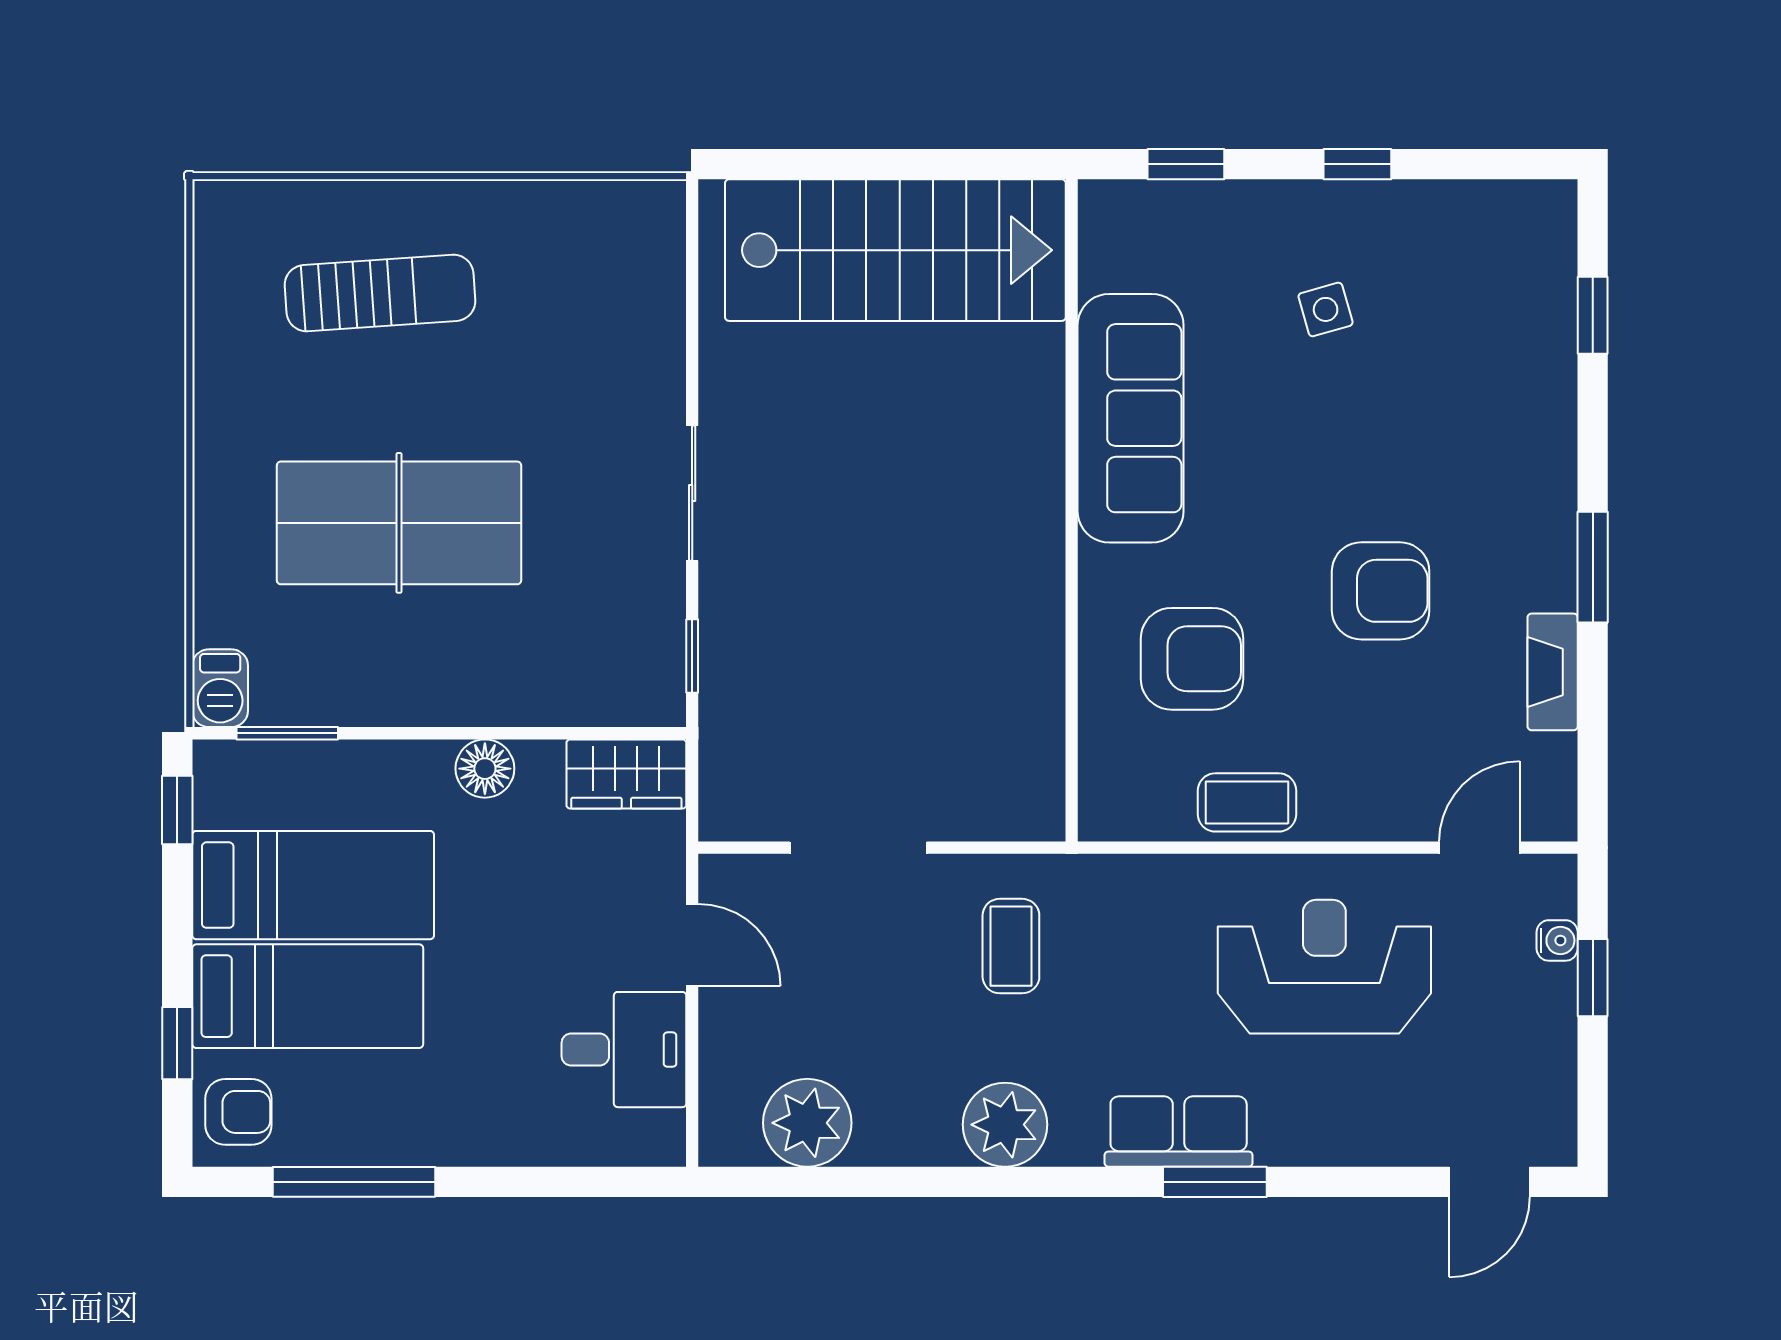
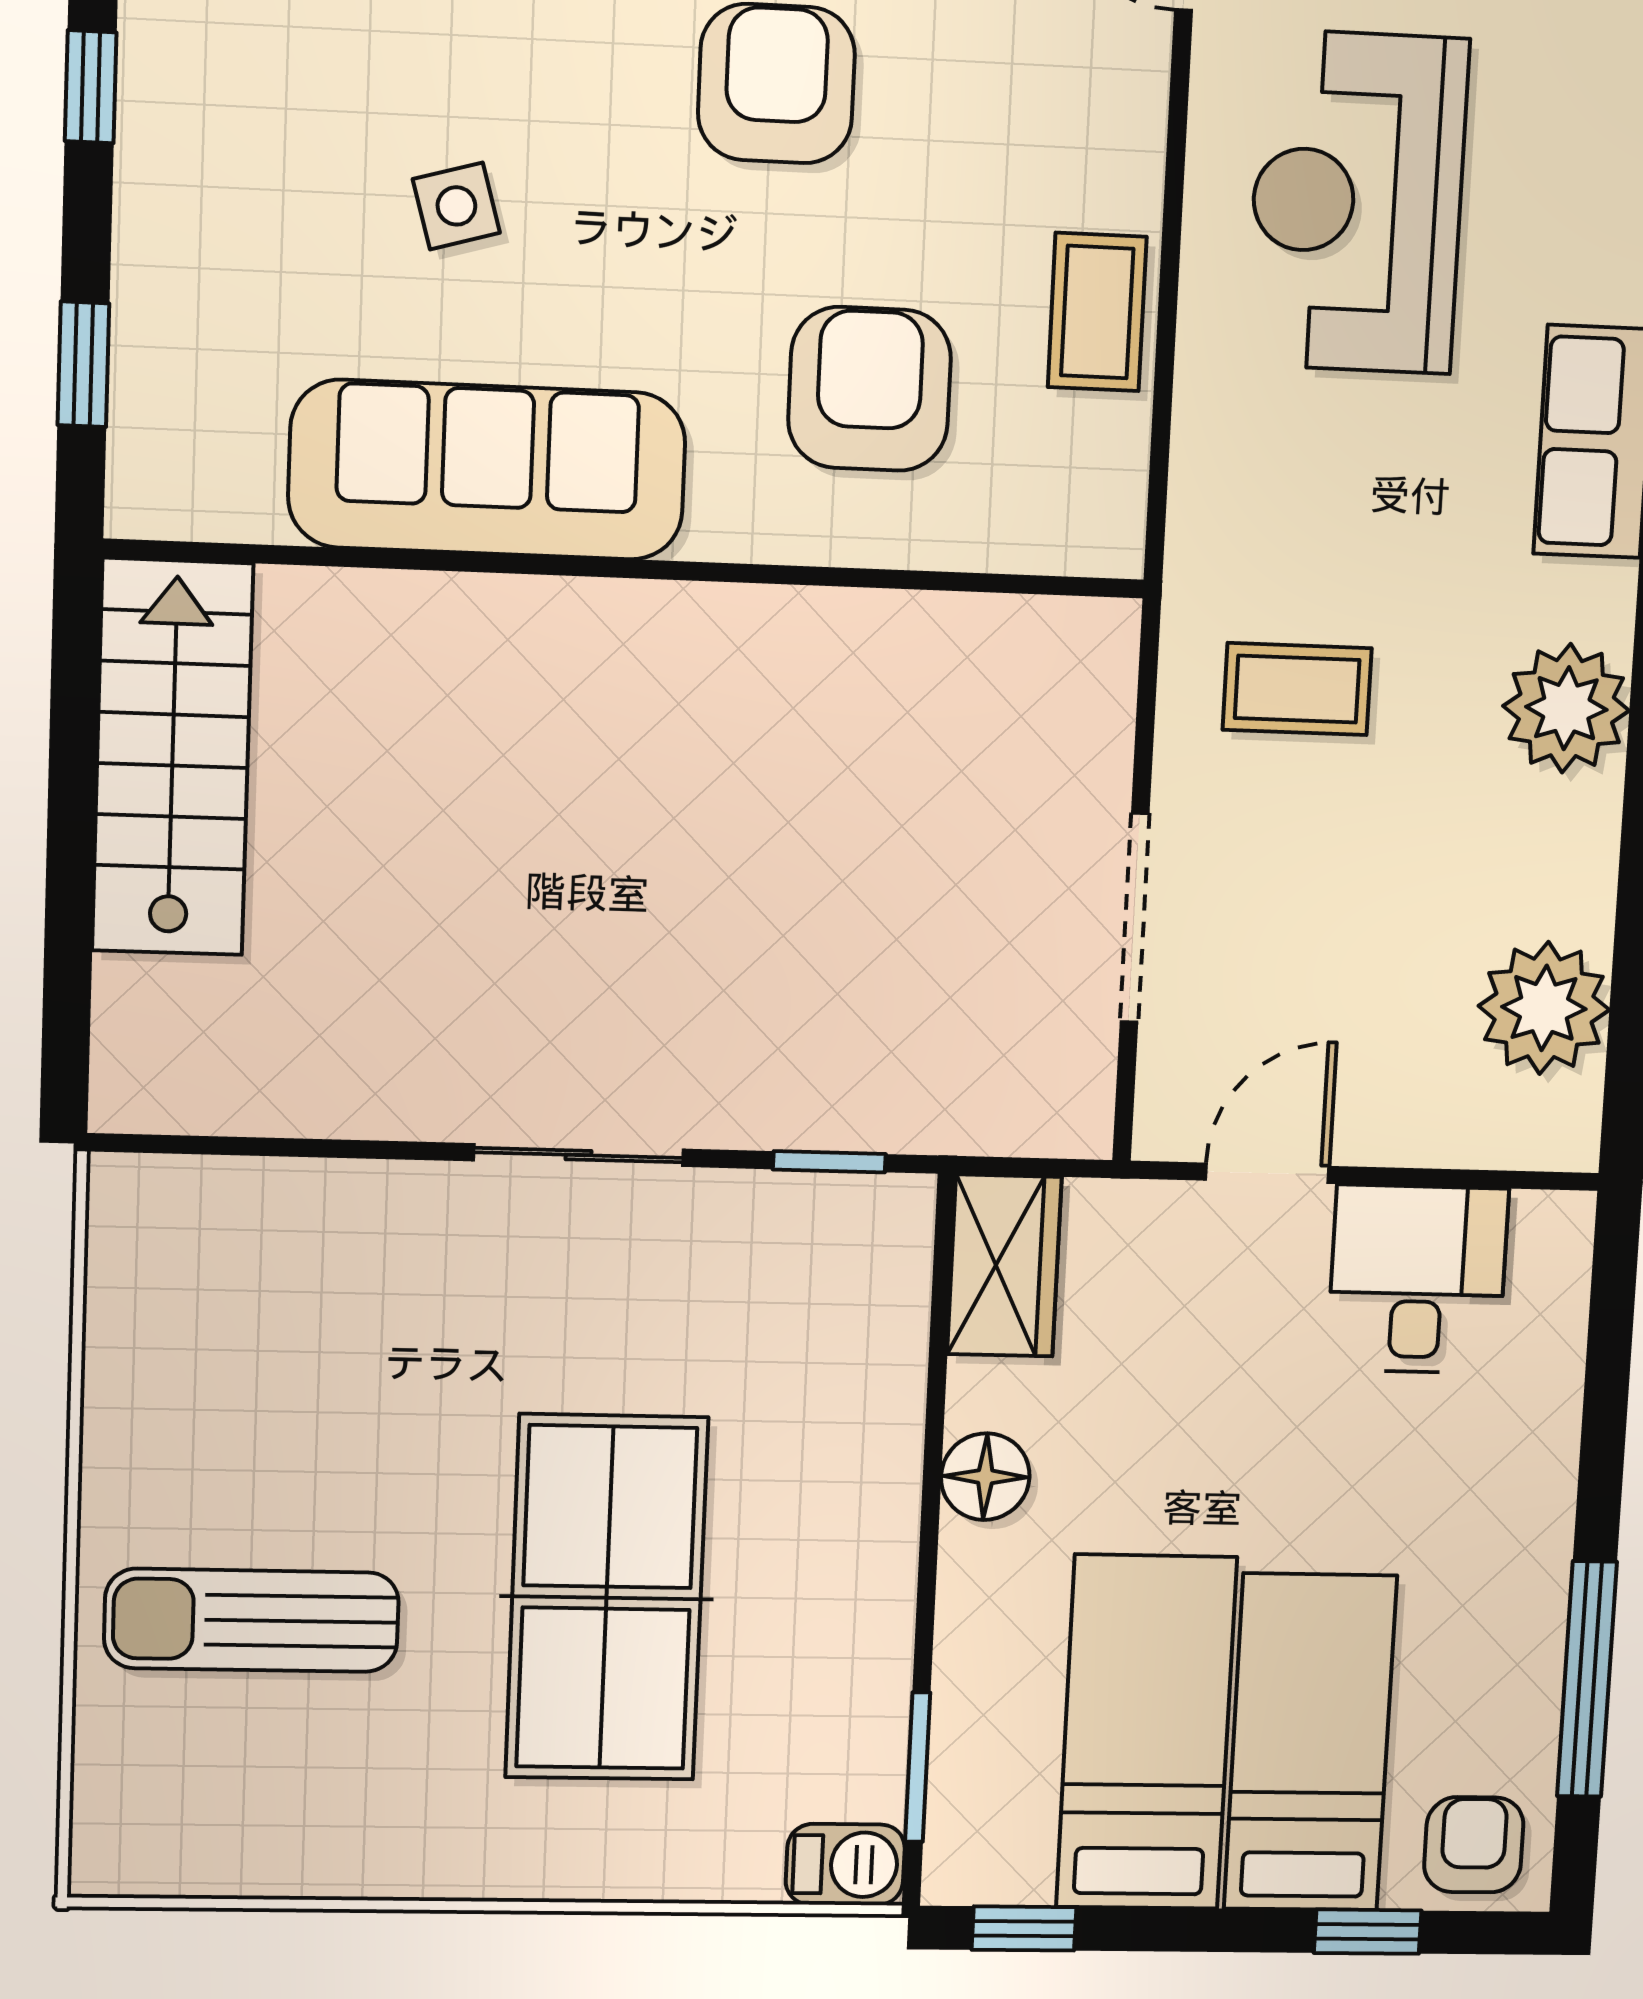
stairs: (895, 250) -> (173, 758), width x0.73, depth x0.66
sun lounger: (380, 293) -> (252, 1620), turned -86
side table: (1326, 309) -> (456, 206), moved

